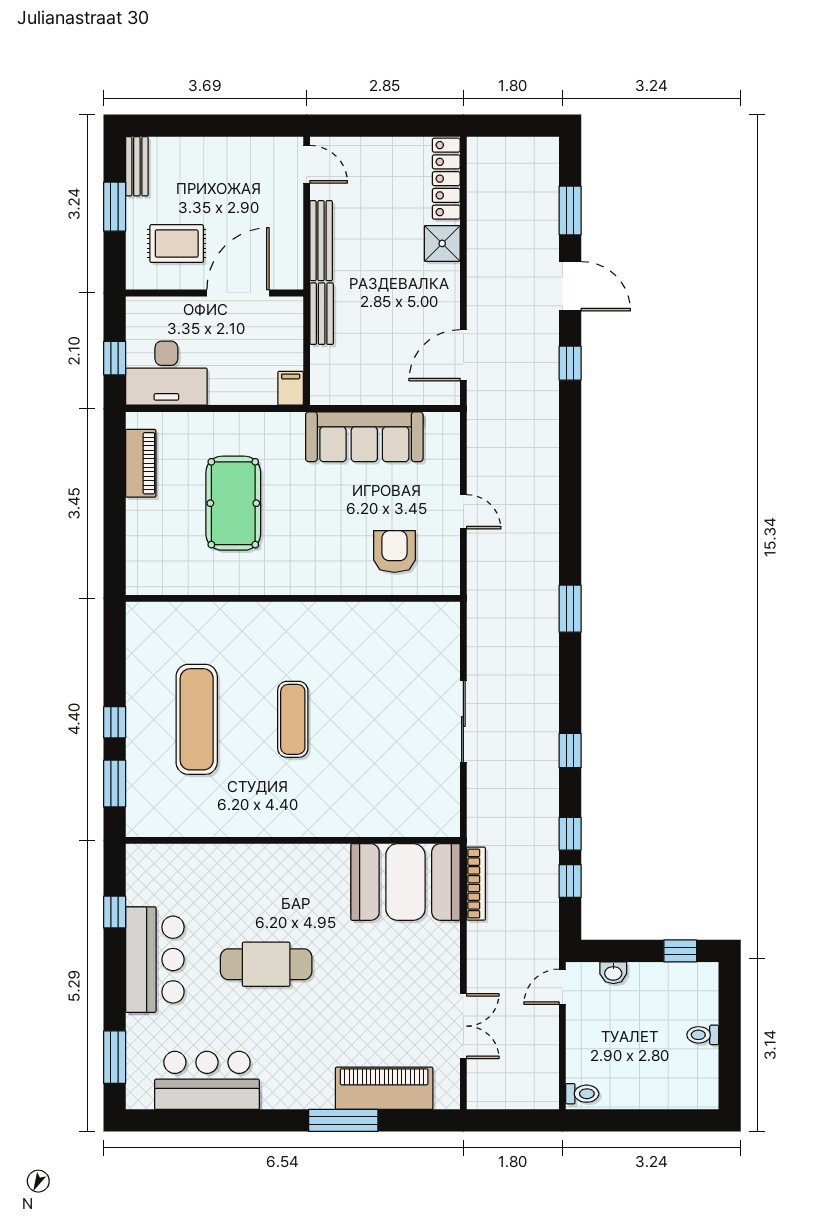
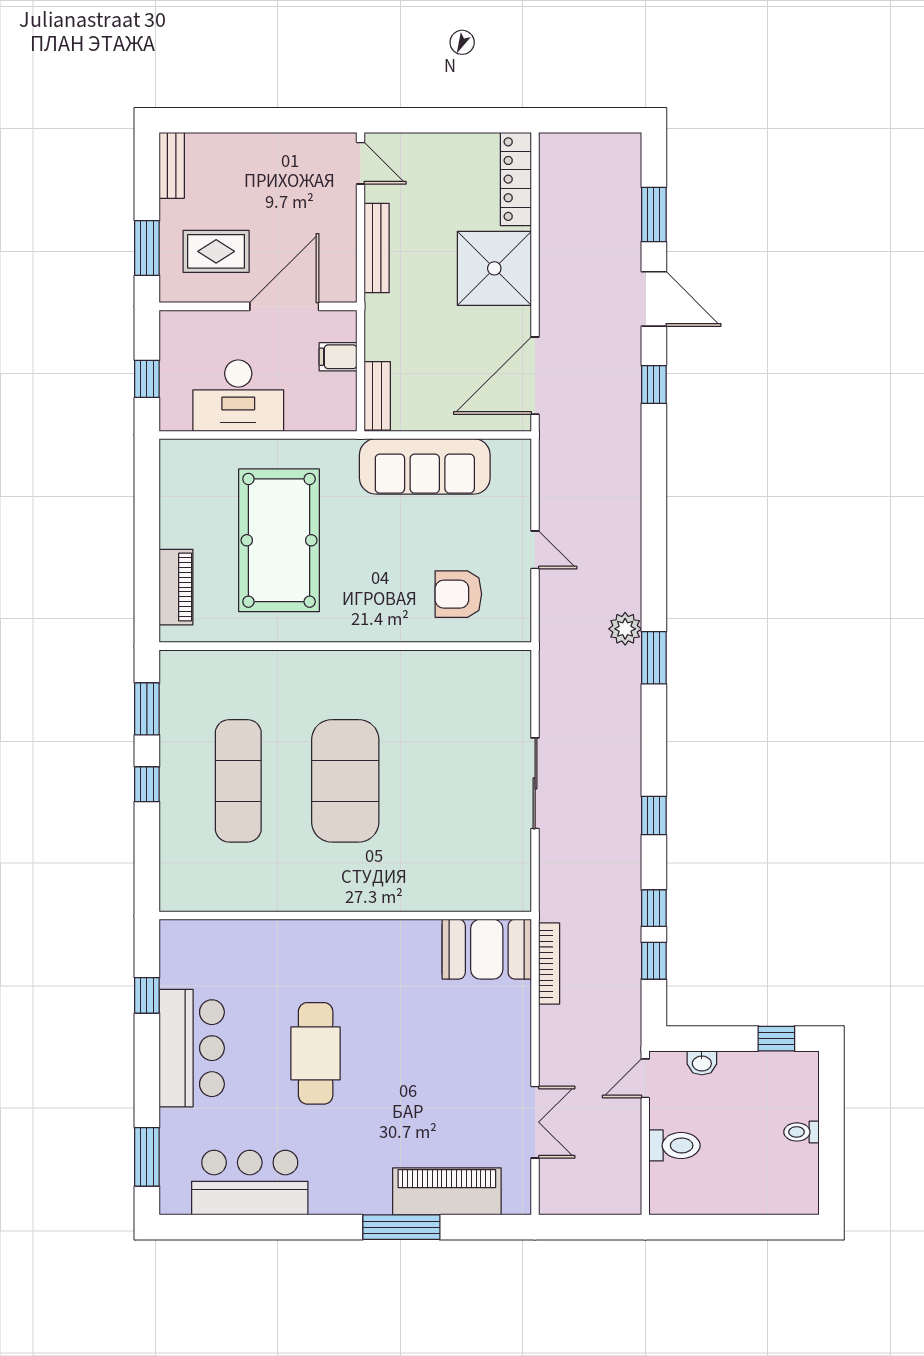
window: (115, 207) -> (147, 248), moved
shower: (442, 243) -> (494, 268), width x1.86, depth x1.86
bench: (322, 314) -> (377, 396), moved
door: (463, 355) -> (535, 376), width x1.36
desk: (166, 373) -> (238, 396), moved
filing cabinet: (291, 388) -> (338, 357), moved, turned -90
piano: (141, 463) -> (176, 587), moved
pool table: (233, 503) -> (279, 540), width x1.36, depth x1.32
armchair: (394, 552) -> (458, 594), turned -90
plant: (544, 583) -> (625, 629), added
exercise mat: (293, 719) -> (345, 781), width x2.00, depth x1.45
window: (115, 784) -> (147, 709), moved
booth: (405, 882) -> (487, 949), width x0.73, depth x0.70
cafe table: (266, 964) -> (316, 1053), turned 90
toilet: (582, 1094) -> (674, 1145), moved, width x1.37, depth x1.39

